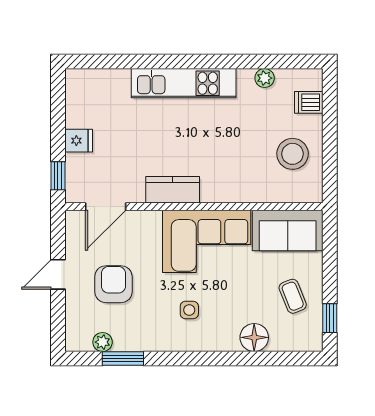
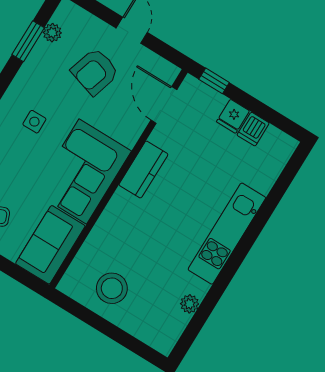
dishwasher: (309, 102) -> (253, 129), moved, turned 180
armchair: (113, 284) -> (95, 72), turned 107

